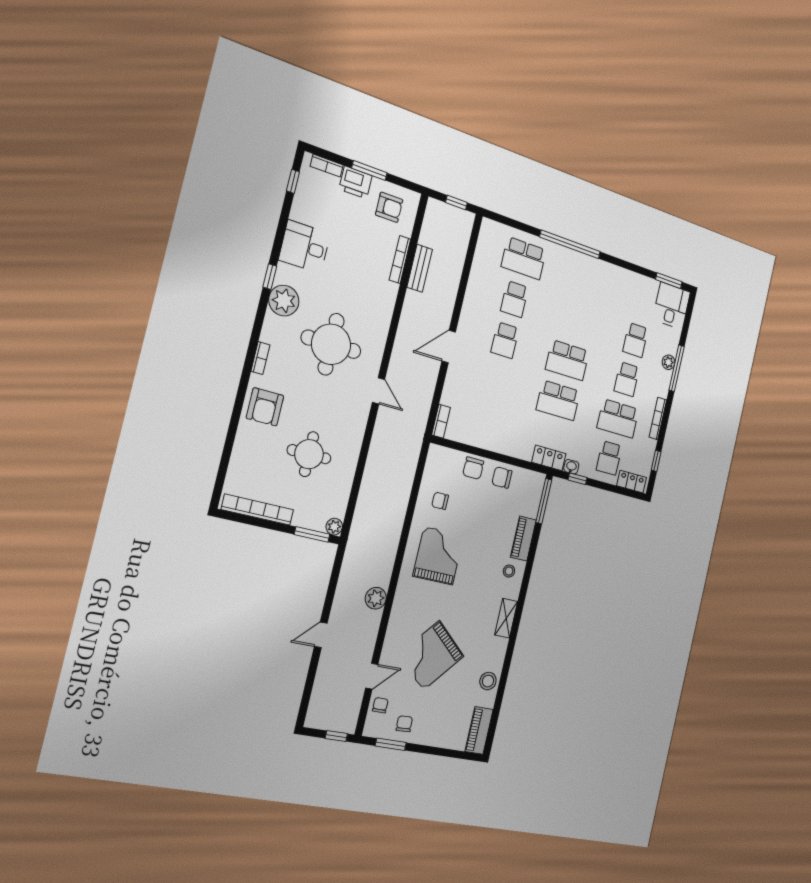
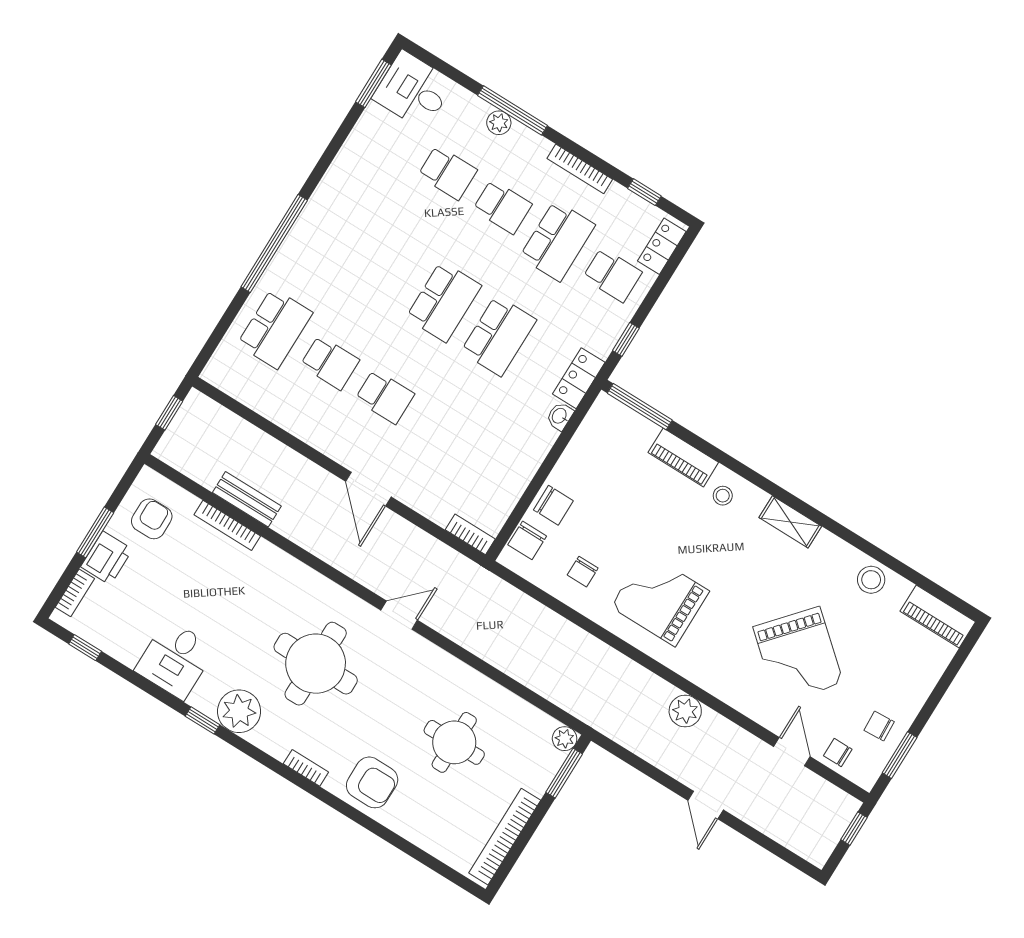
washbasin: (571, 467) -> (560, 416), moved
chair: (502, 478) -> (527, 540), moved

